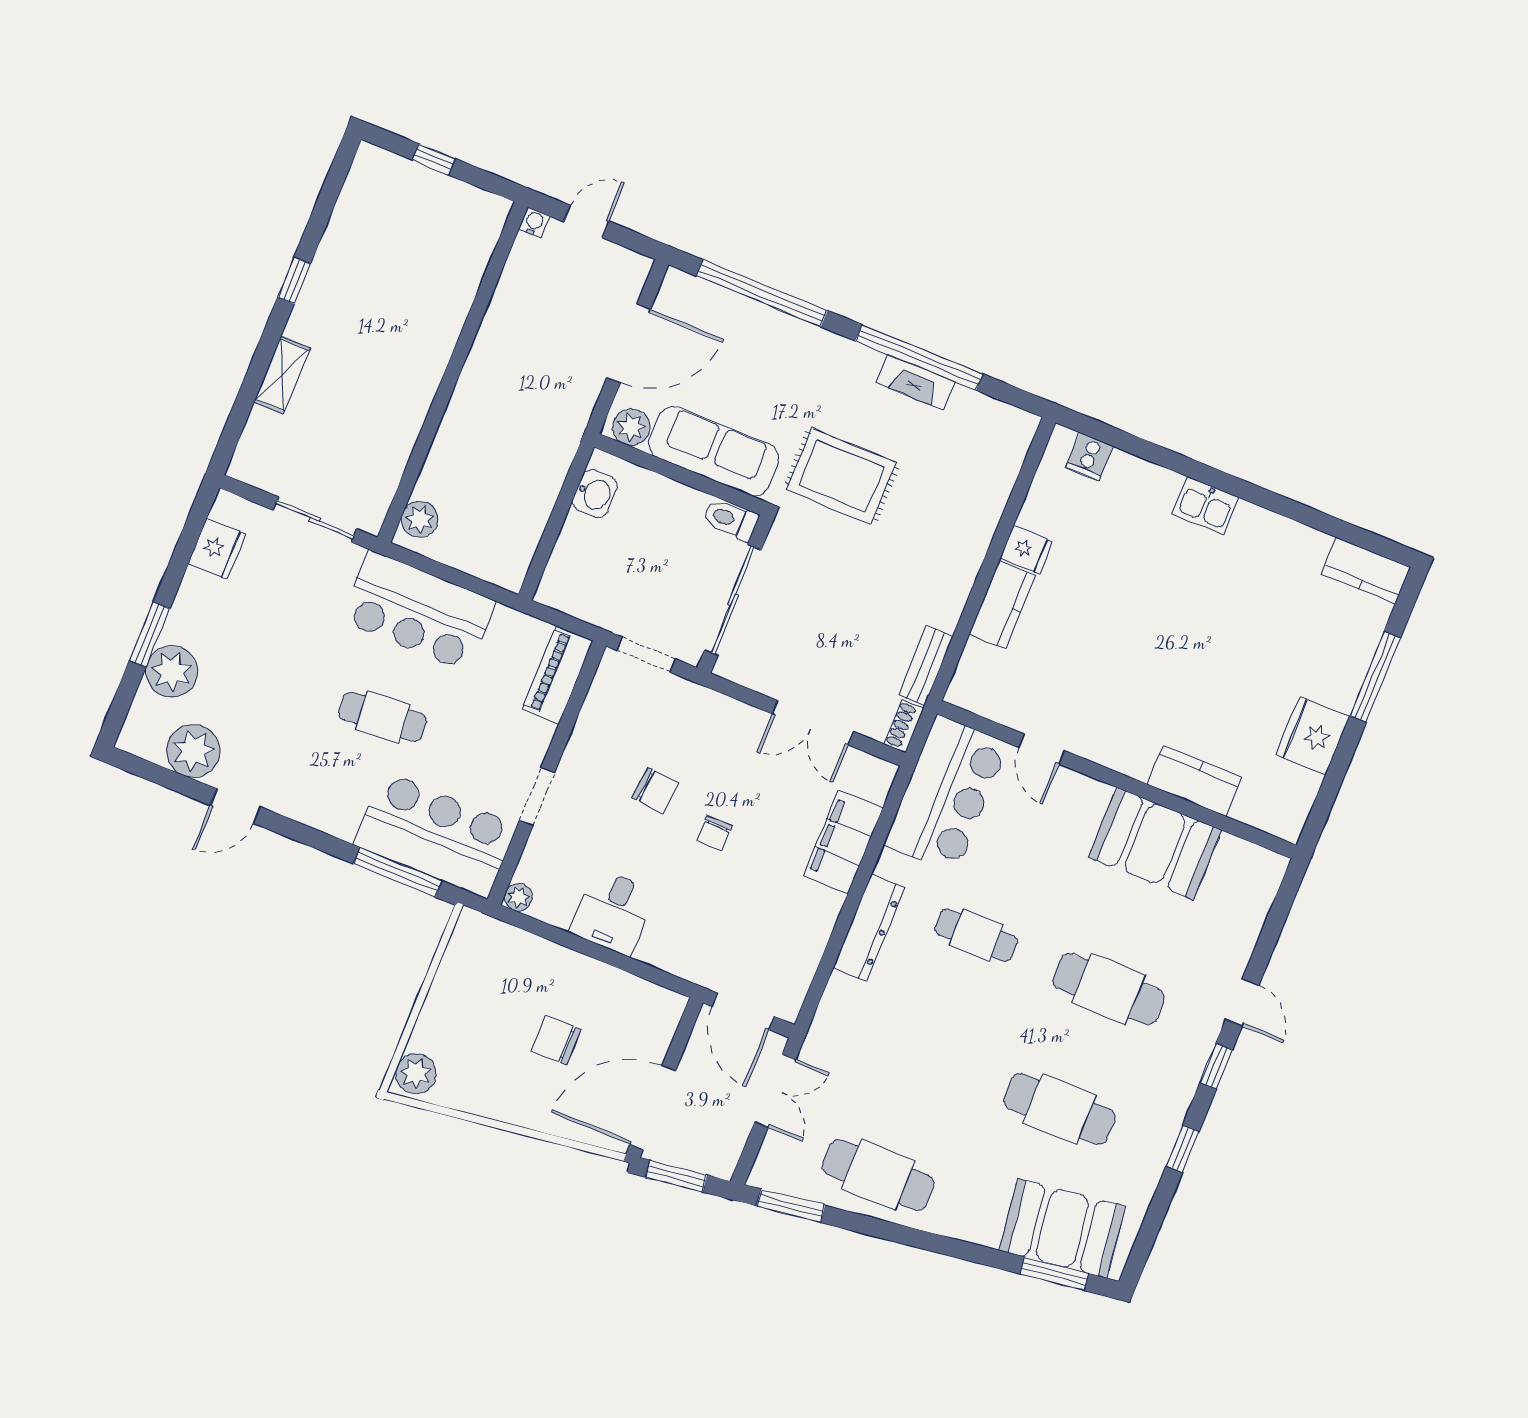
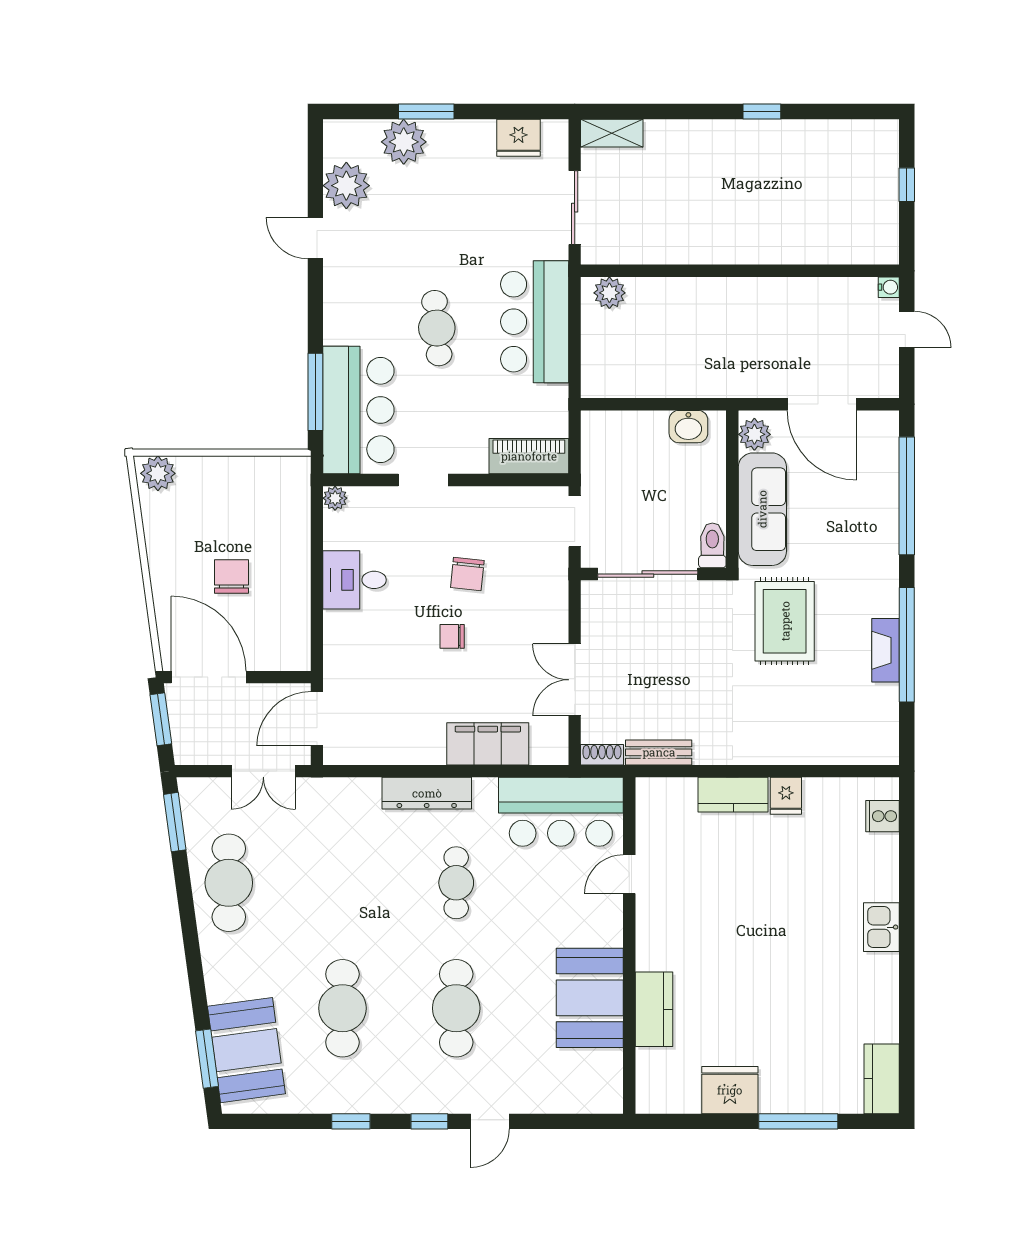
shelving: (282, 375) -> (612, 133), moved

